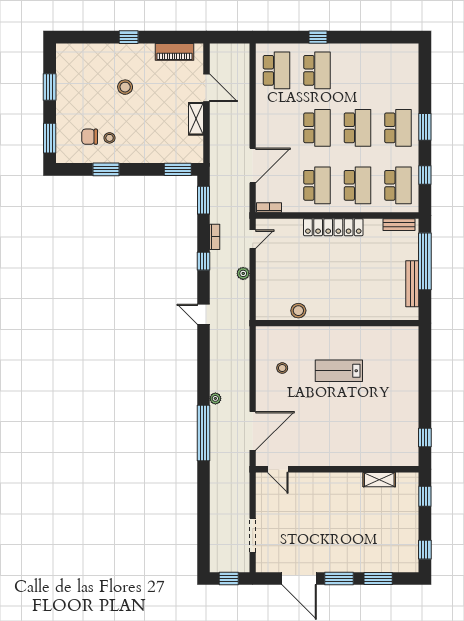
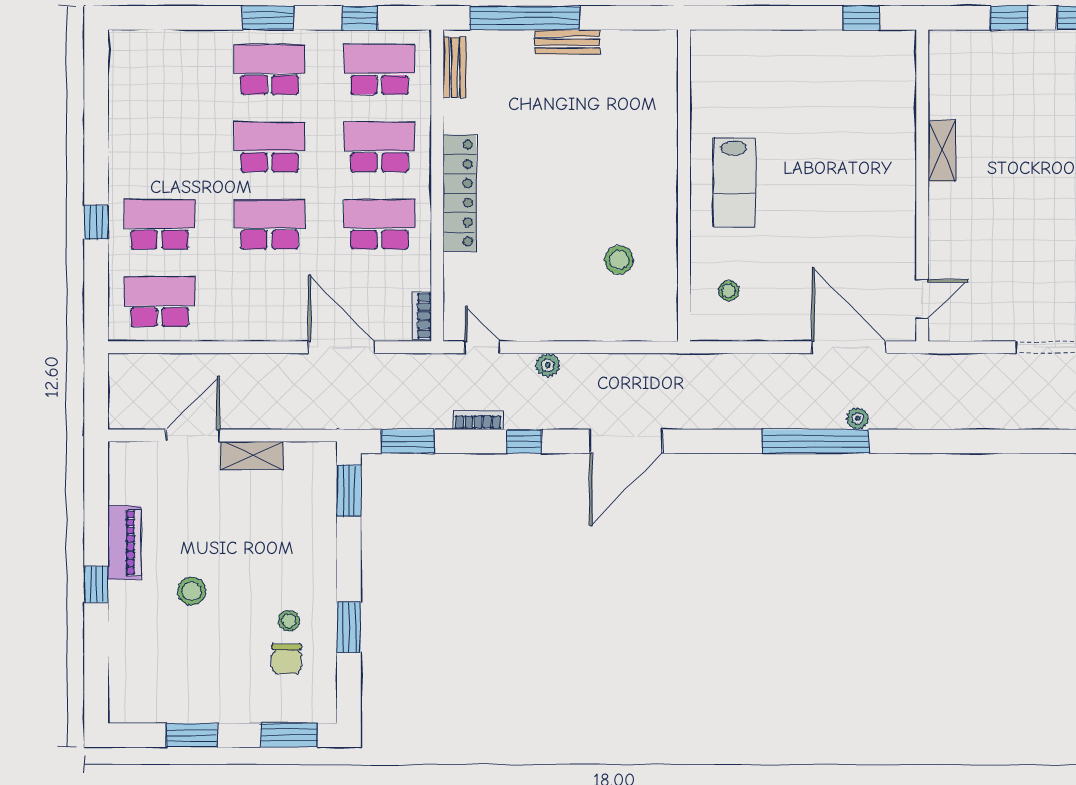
piano: (174, 52) -> (124, 543), moved
bench: (412, 284) -> (567, 42), width x0.73
door: (203, 314) -> (626, 441), width x1.87
wall: (337, 323) -> (684, 186), moved
plant: (215, 398) -> (858, 418), moved
window: (203, 433) -> (816, 441), moved
shelving: (379, 480) -> (942, 151), moved
window: (425, 496) -> (1009, 18), moved

